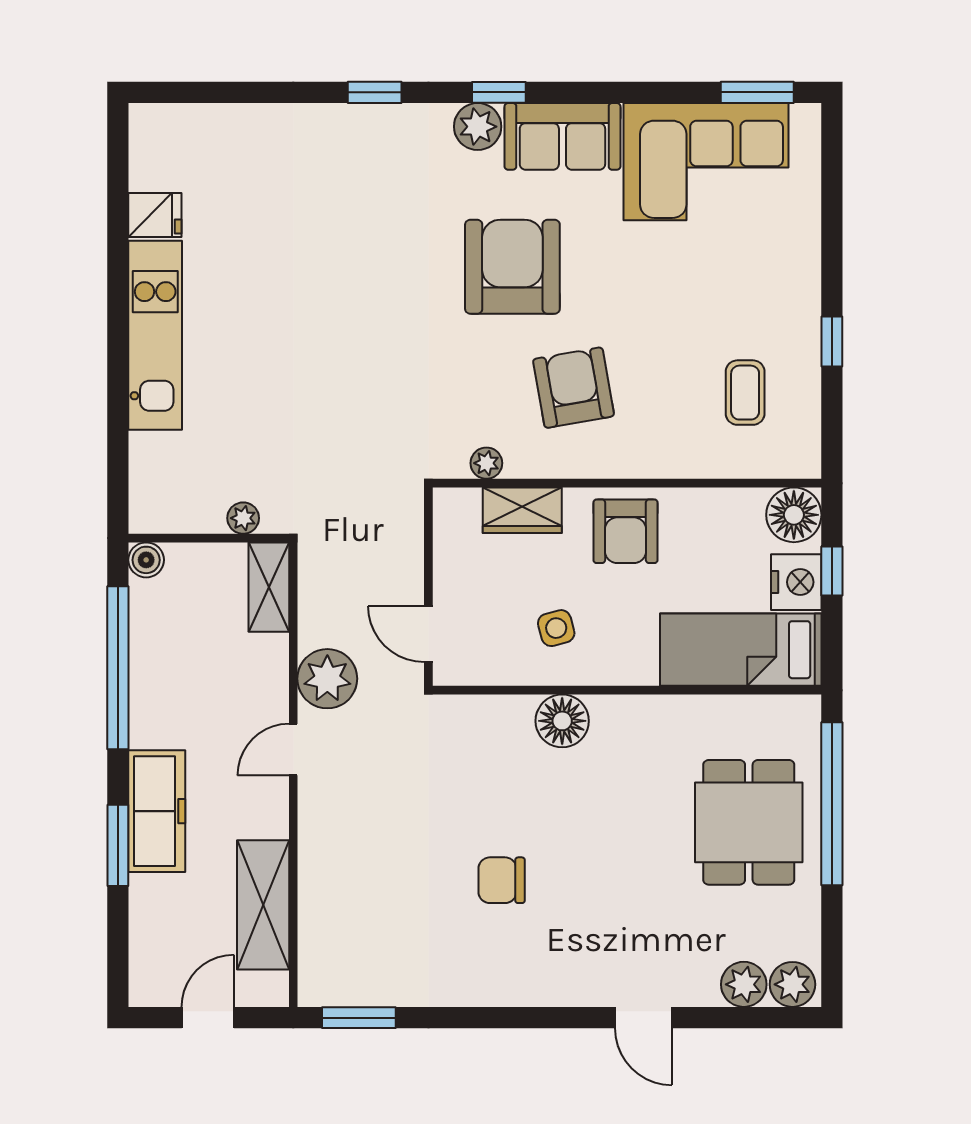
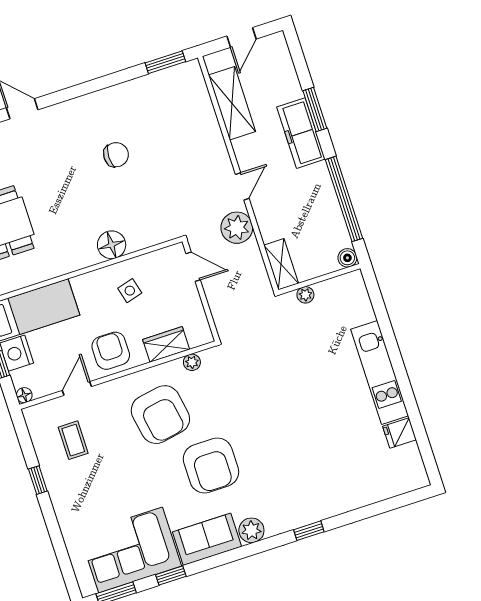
window: (499, 92) -> (171, 576), moved
armchair: (574, 388) -> (160, 415), width x1.36, depth x1.36
door: (708, 483) -> (77, 389), added
floor lamp: (794, 515) -> (24, 395), width x0.53, depth x0.53

